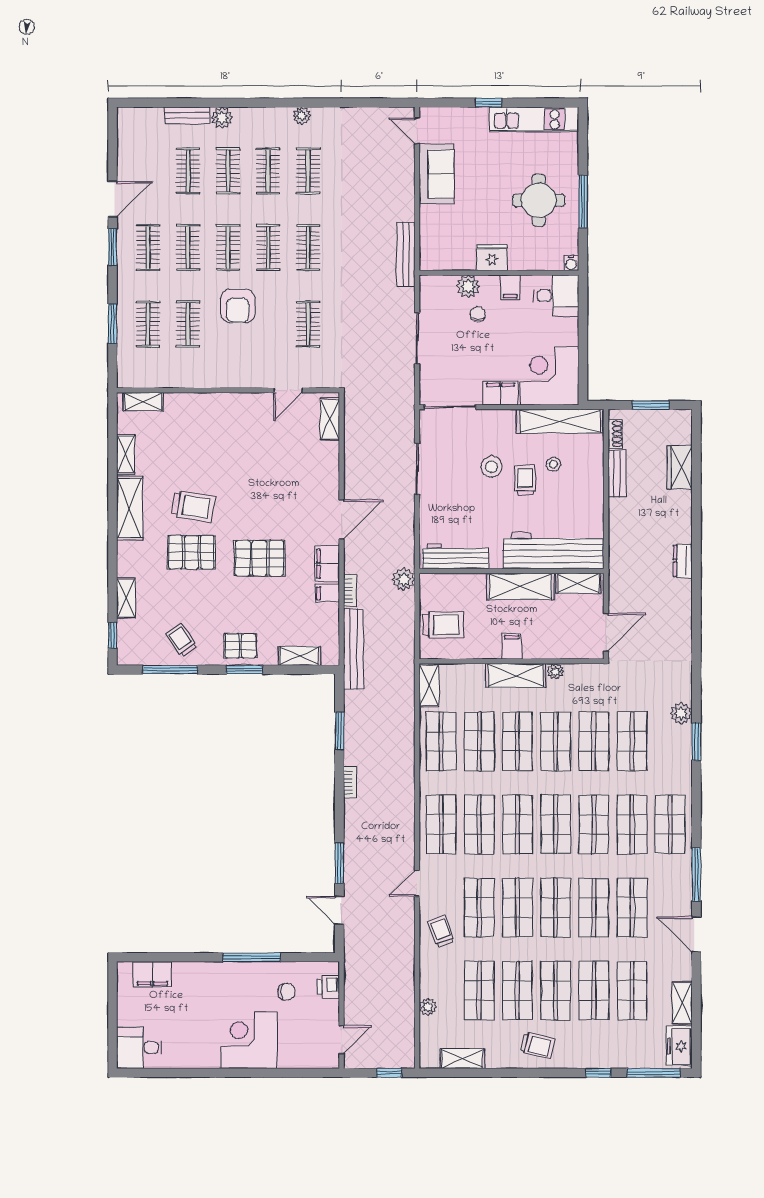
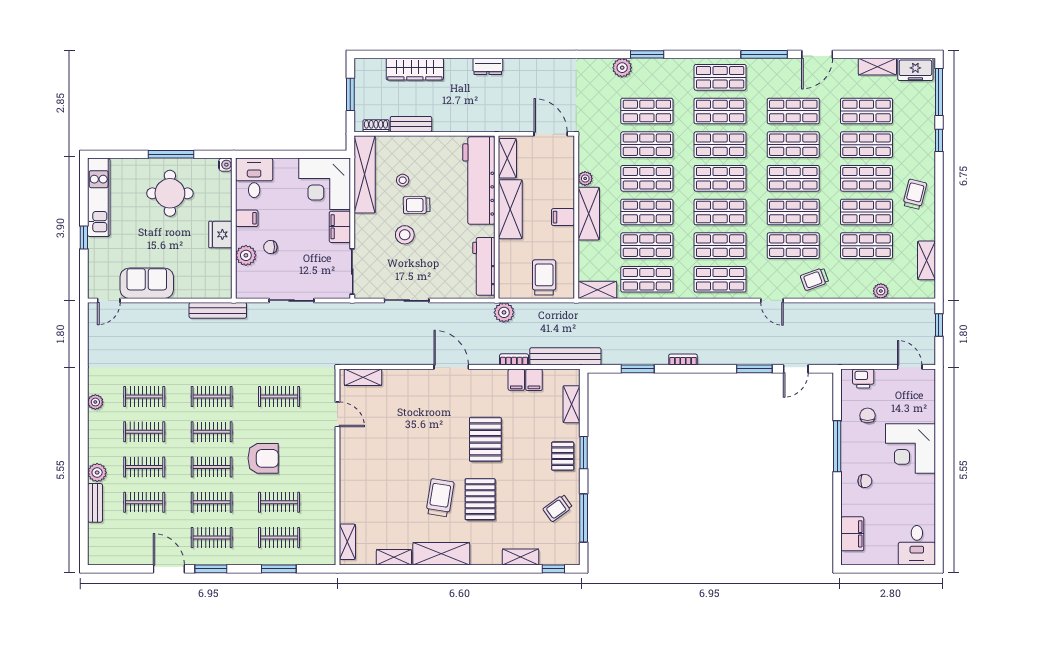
wardrobe: (680, 467) -> (415, 69), width x1.50
filing cabinet: (327, 564) -> (534, 380), moved, width x0.50
chair: (212, 989) -> (865, 481), added

